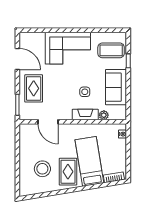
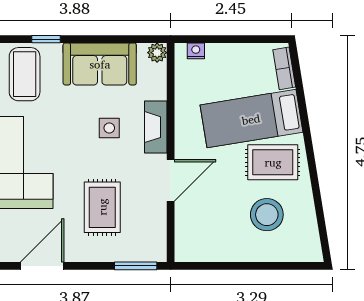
rug: (34, 88) -> (102, 207), moved, turned 90
plant: (104, 115) -> (157, 53), moved
door: (48, 122) -> (171, 180), moved

